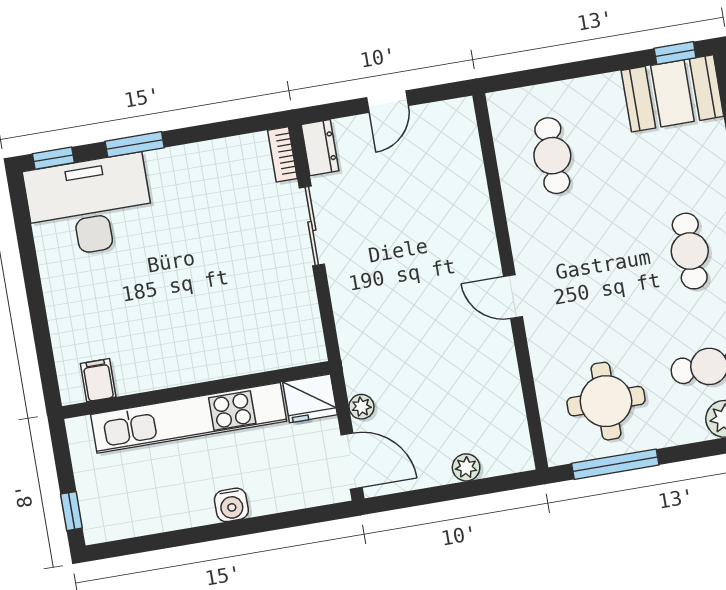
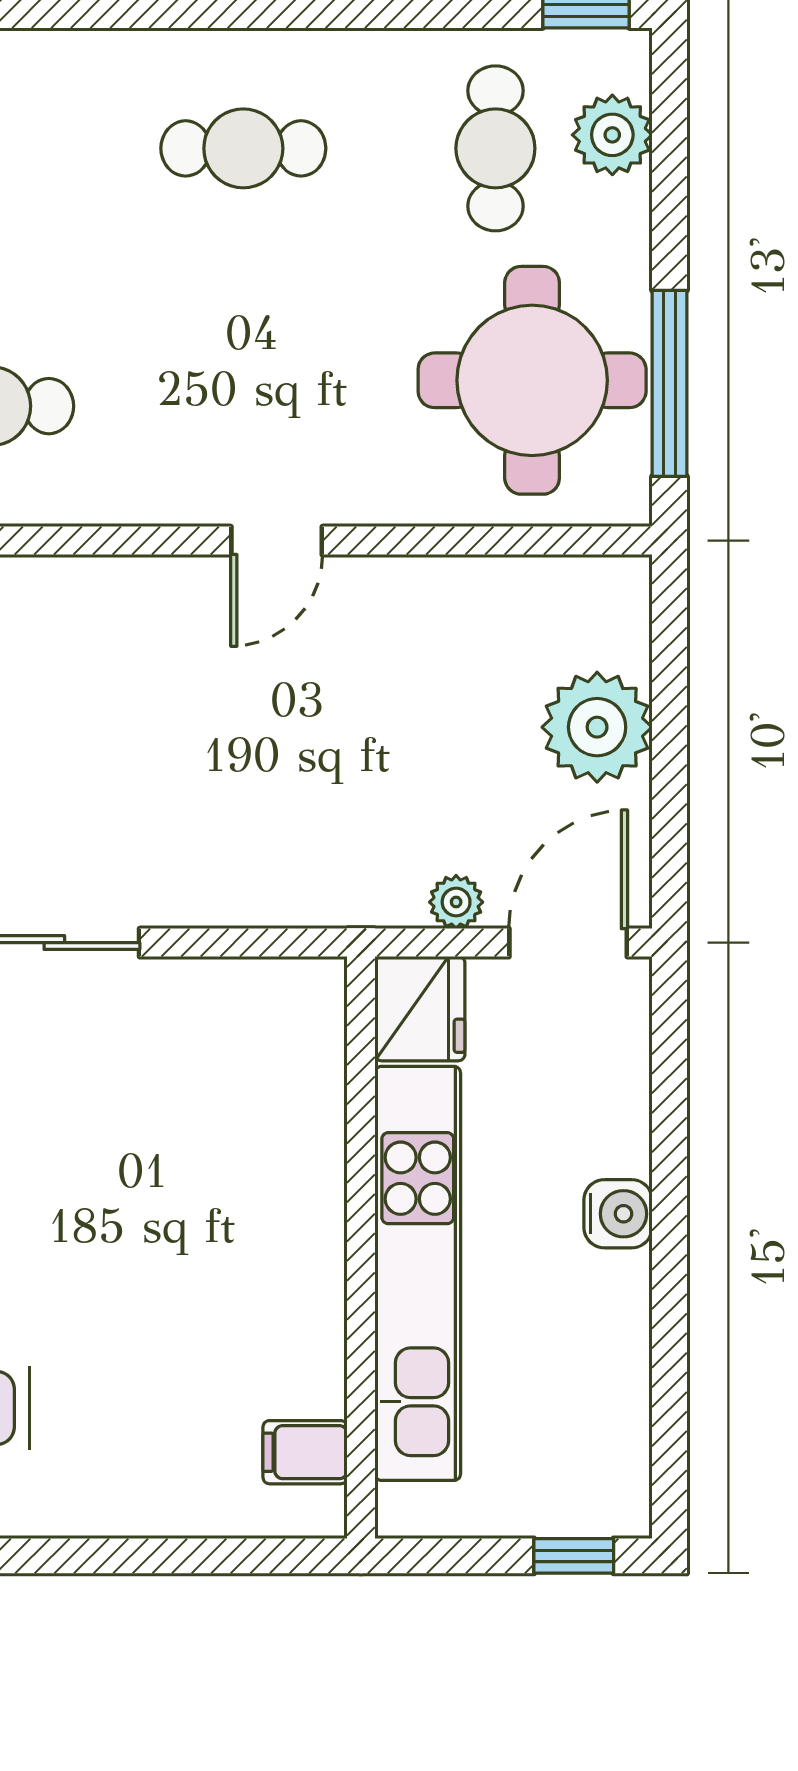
round table: (606, 401) -> (532, 380), width x1.36, depth x1.36
plant: (466, 467) -> (597, 727), width x1.87, depth x1.87

